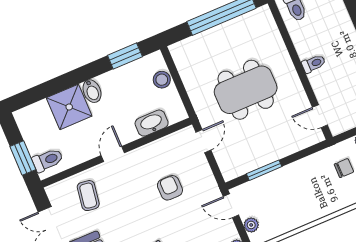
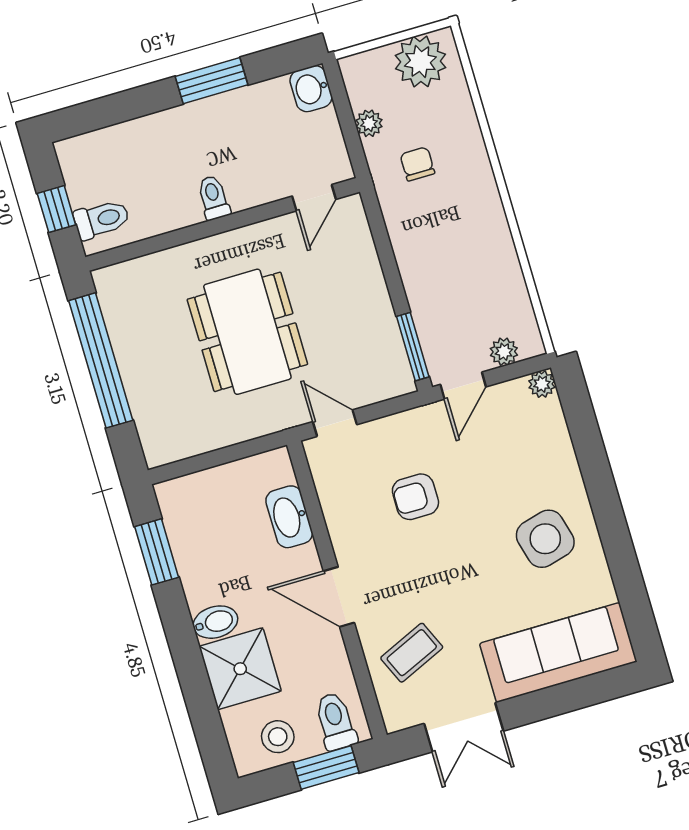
stool: (162, 80) -> (278, 737), moved
door: (113, 154) -> (339, 597), width x1.38
window: (264, 170) -> (413, 347), moved
coffee table: (88, 196) -> (412, 653), turned -33

